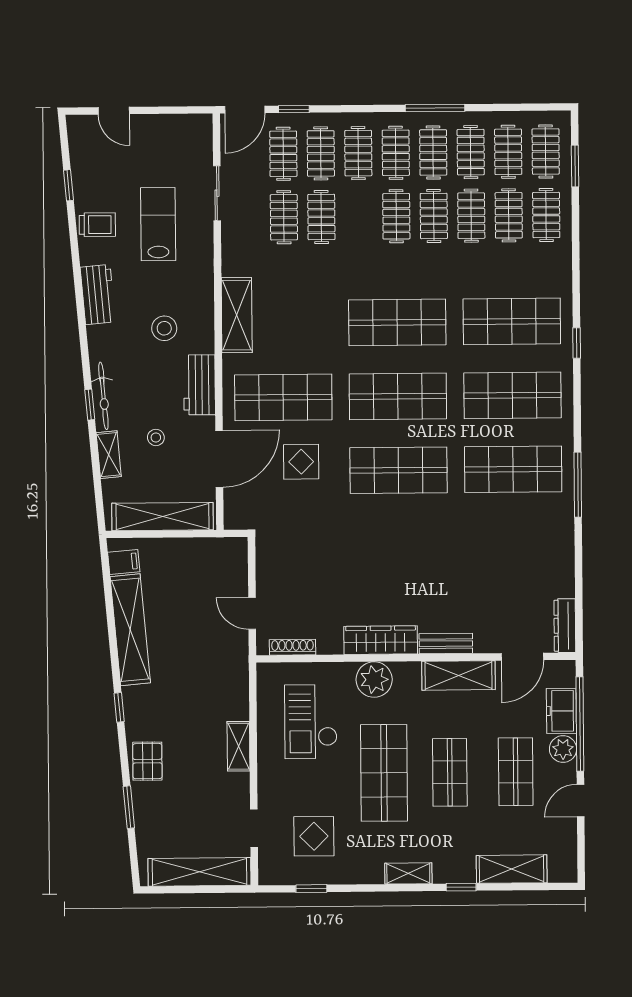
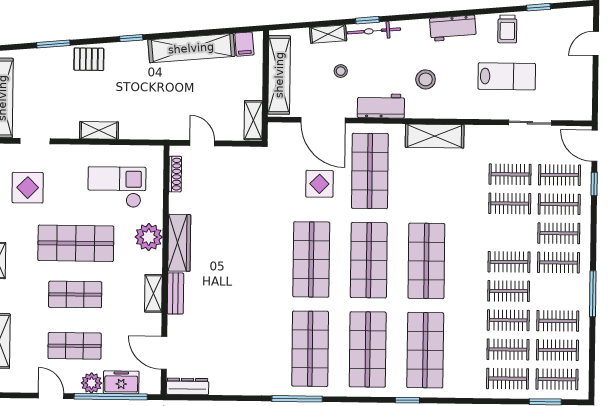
clothes rail: (433, 152) -> (558, 292), removed
shelving: (221, 548) -> (253, 120), added
door: (252, 613) -> (202, 143), hinge flipped
shelving: (458, 675) -> (153, 293), width x0.67, depth x0.75

